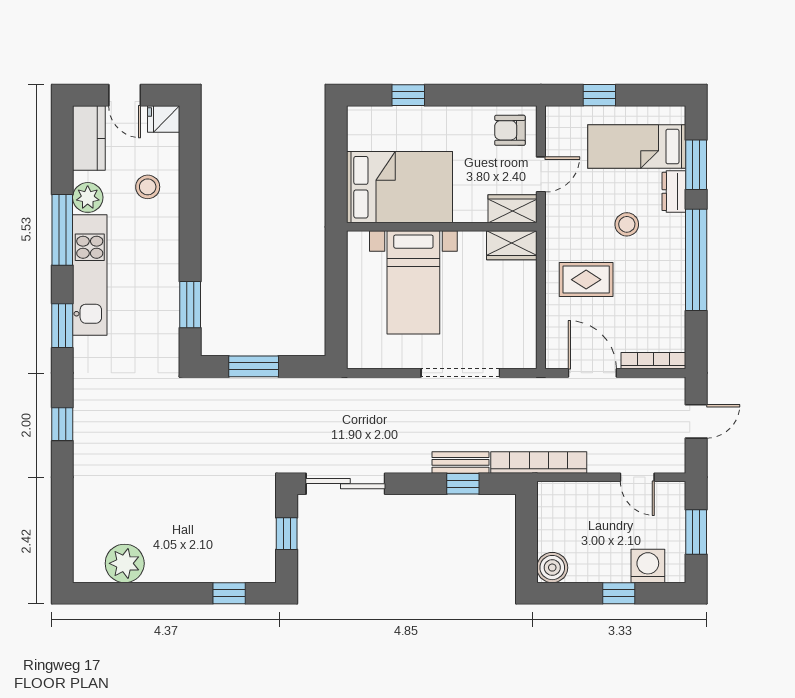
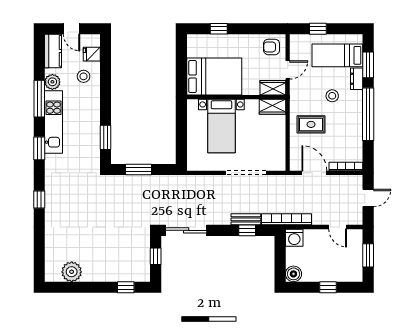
fridge: (164, 119) -> (92, 54), moved
washing machine: (648, 566) -> (294, 238), moved, turned 180

